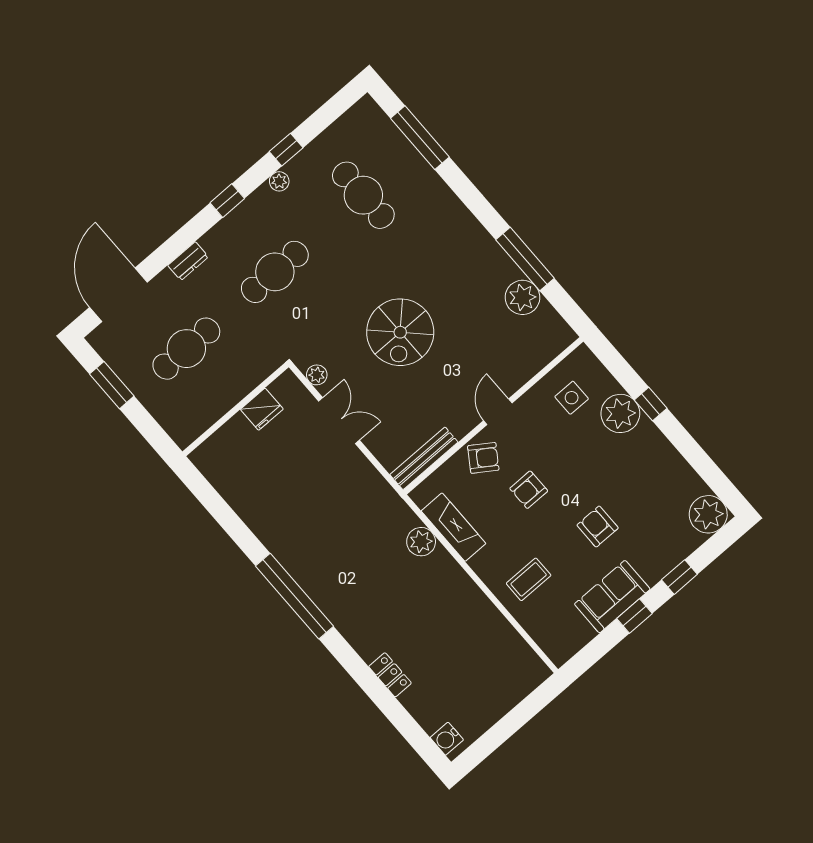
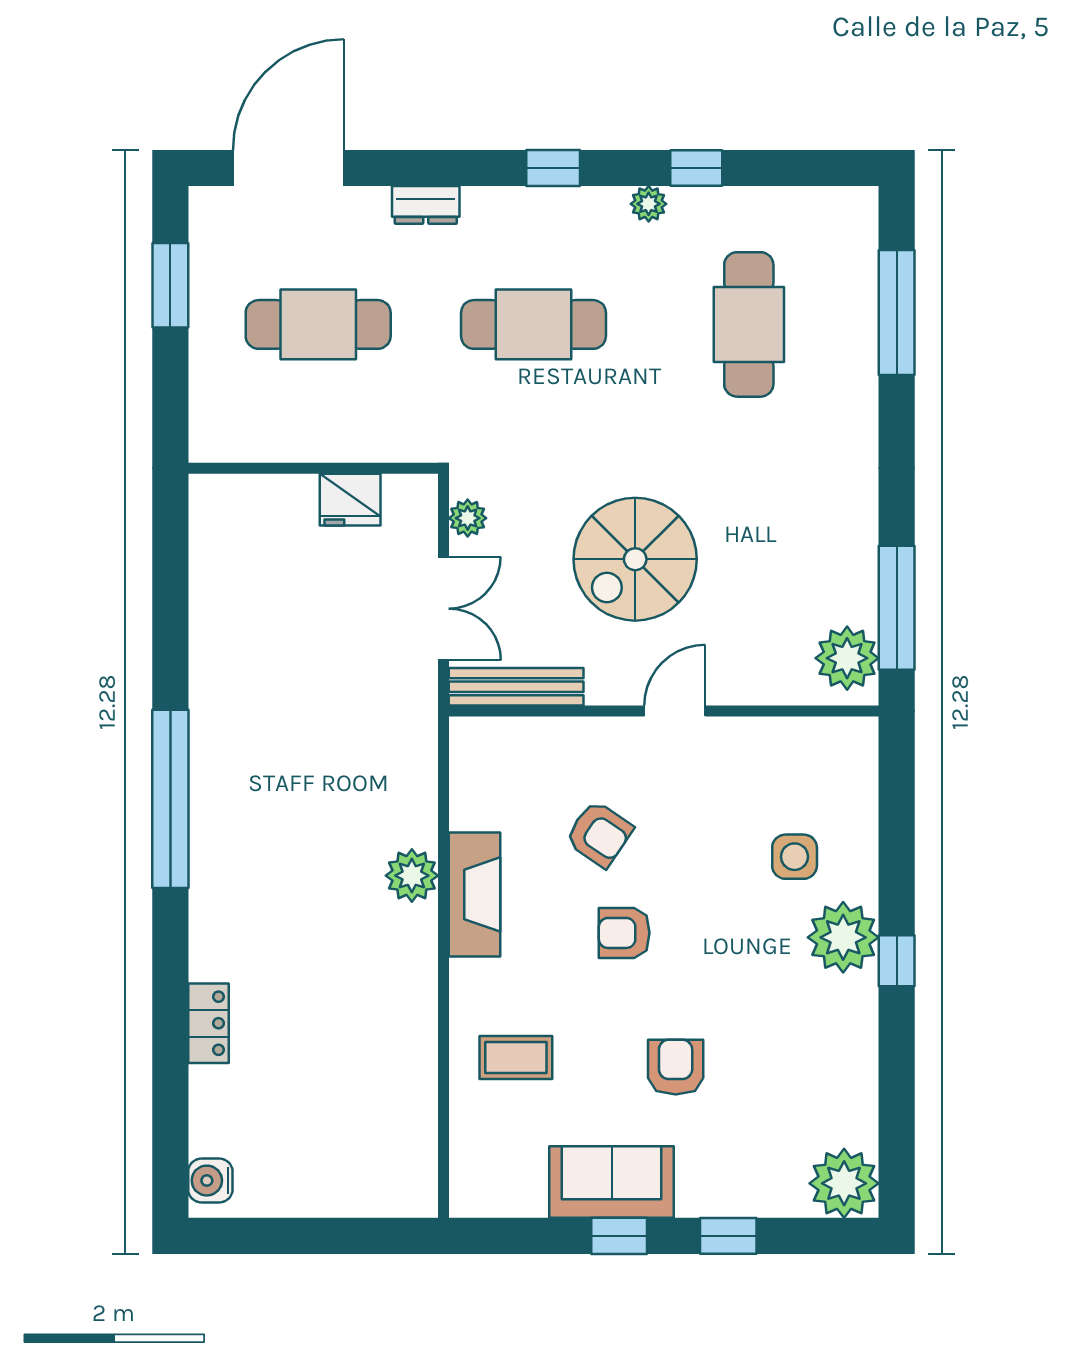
door: (498, 412) -> (675, 711), moved
wall: (493, 416) -> (664, 711), moved
bench: (424, 458) -> (516, 687), moved

